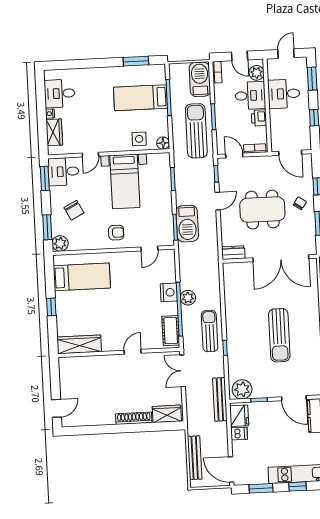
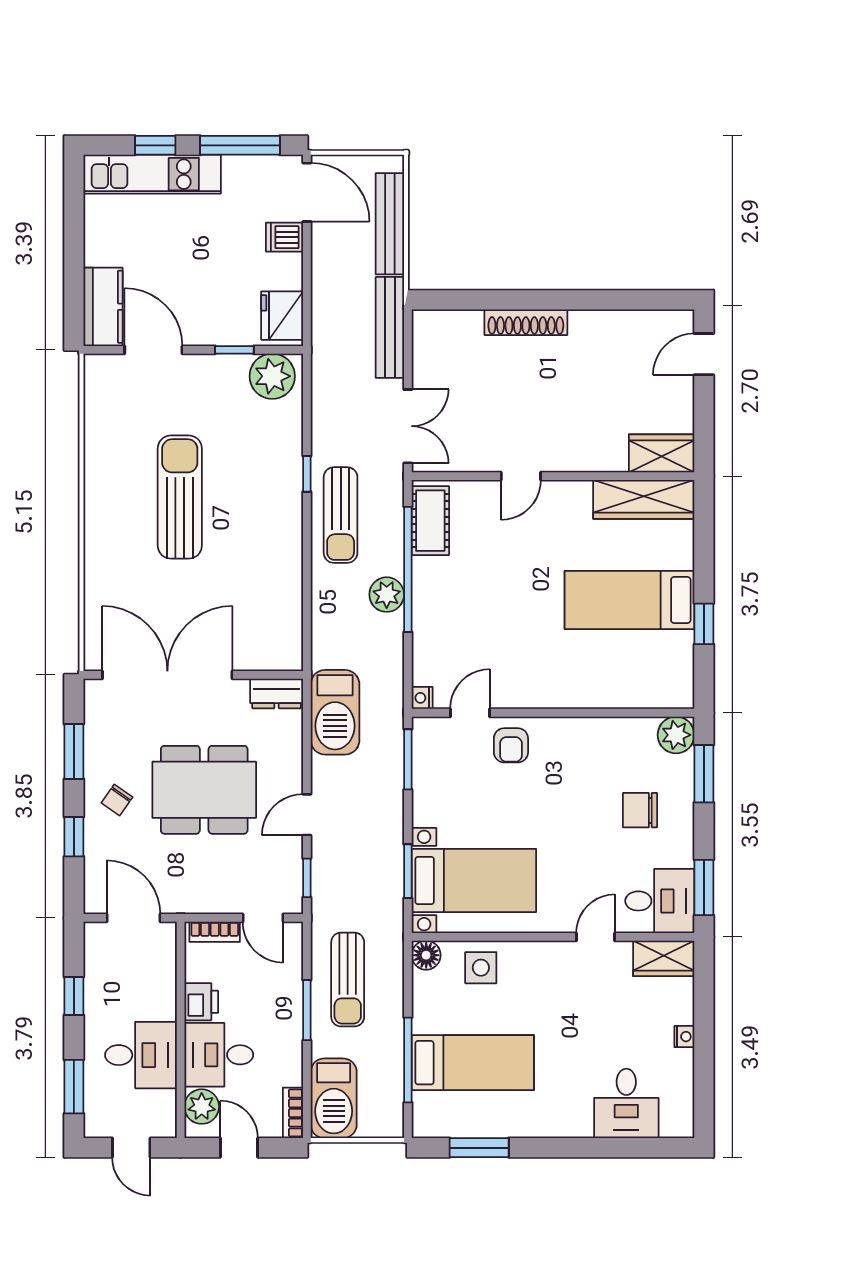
door: (286, 54) -> (131, 1148), hinge flipped
desk: (60, 93) -> (626, 1103), moved, turned 90
sun lounger: (196, 131) -> (348, 980), width x0.73, depth x0.75
wardrobe: (54, 132) -> (664, 958), moved, turned -90
bed with nightstands: (125, 181) -> (474, 880), moved, turned 90
chair: (74, 210) -> (640, 810), turned -63
barbecue: (187, 224) -> (335, 712), moved, turned 180
armchair: (116, 233) -> (511, 745), moved, turned -90
bed: (82, 277) -> (630, 600), moved
nightstand: (169, 292) -> (422, 698), moved, width x0.53, depth x0.56
window: (51, 307) -> (704, 624), moved
bench: (220, 399) -> (390, 327), moved
wardrobe: (167, 414) -> (662, 453), moved, turned 180
dishwasher: (239, 434) -> (284, 237), moved
window: (261, 488) -> (240, 145), width x1.44

